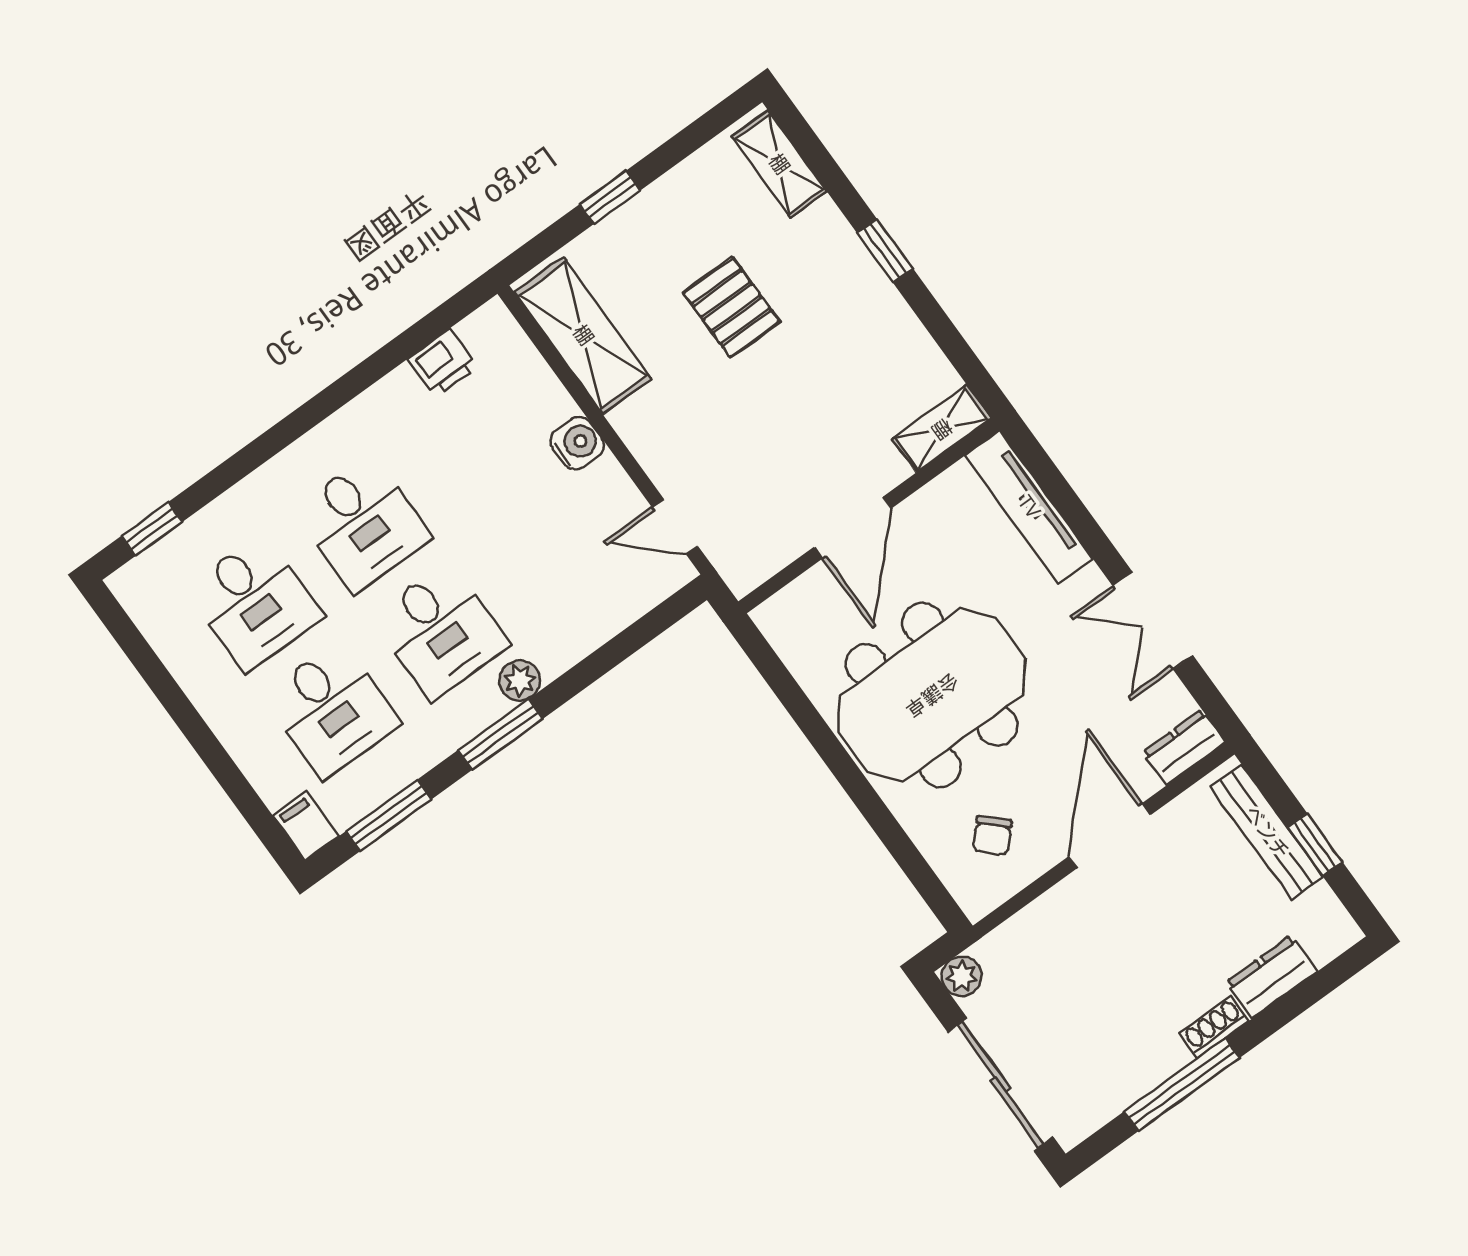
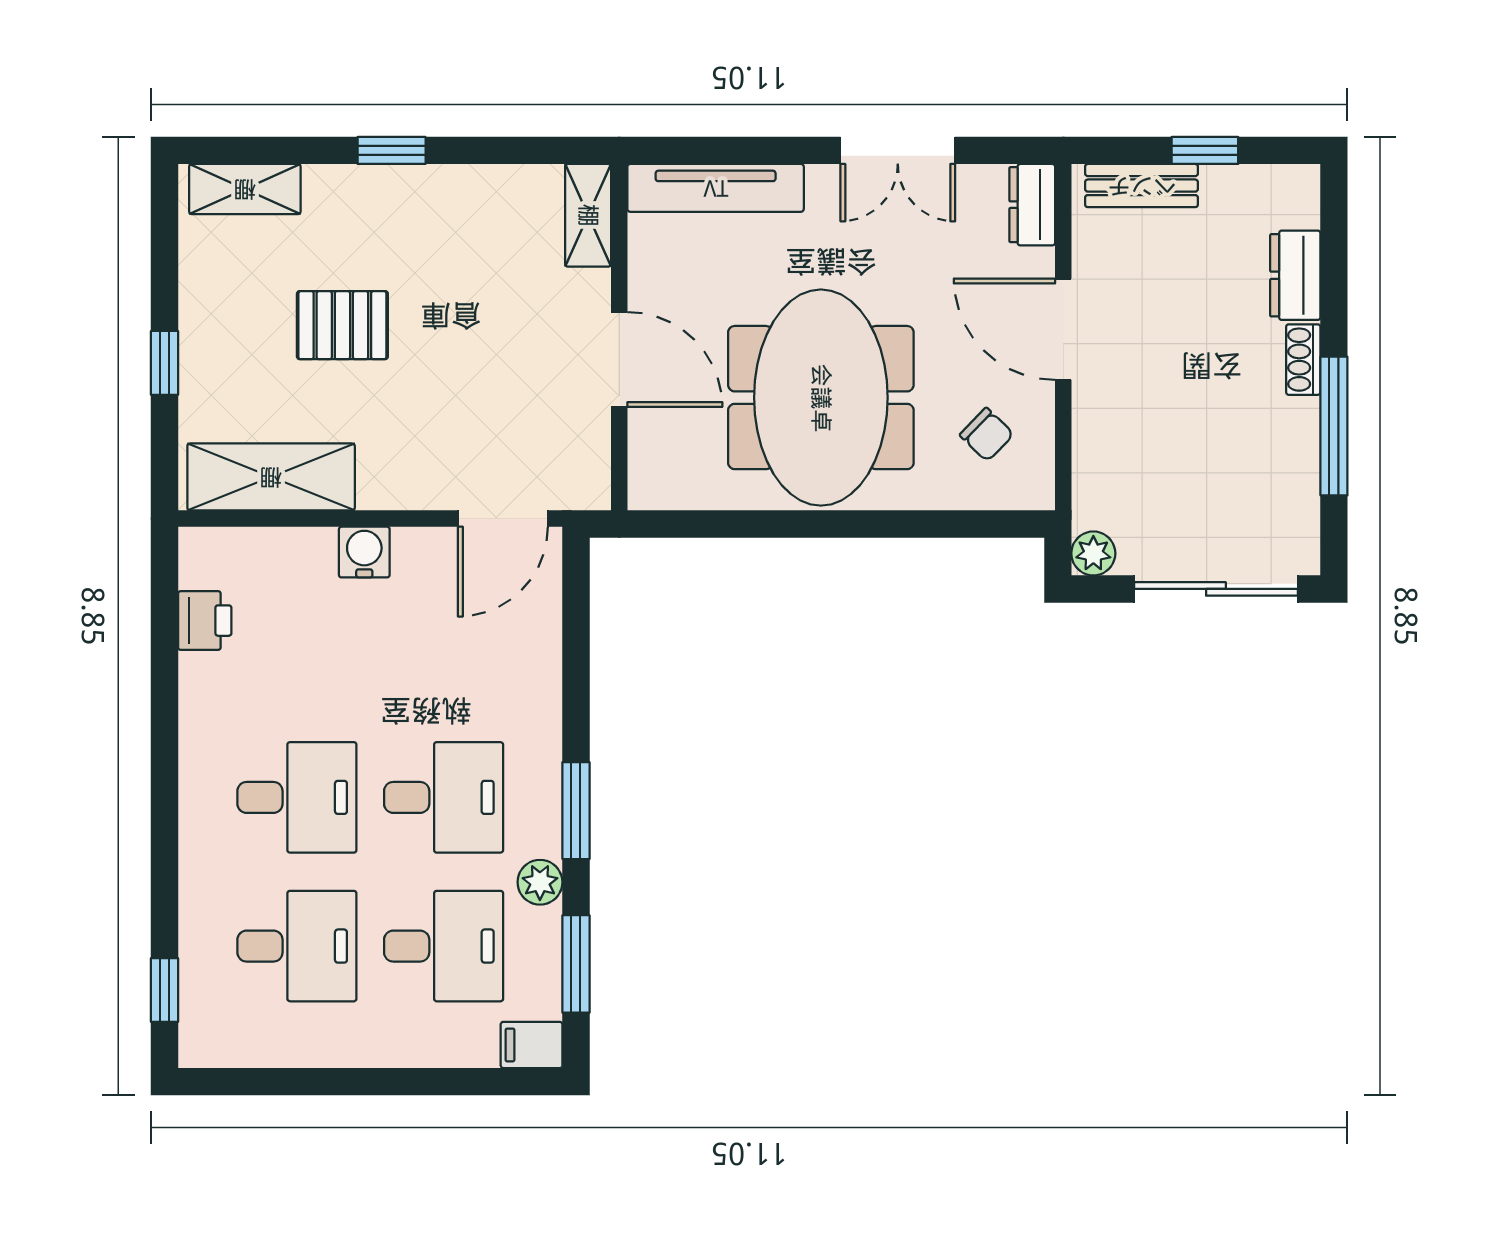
door: (675, 527) -> (503, 519), width x1.38
plant: (520, 680) -> (540, 882), moved
bench: (1267, 832) -> (1142, 186), width x0.73

